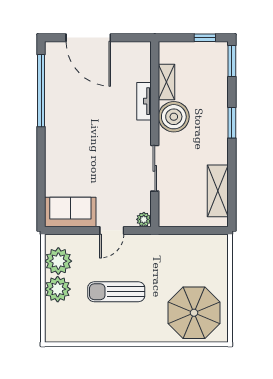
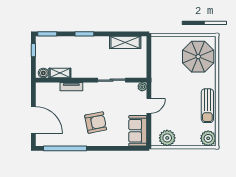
door: (88, 38) -> (33, 120), hinge flipped
boiler: (174, 117) -> (43, 73), moved, width x0.54, depth x0.54
armchair: (84, 142) -> (96, 123), added
door: (112, 230) -> (149, 106), hinge flipped
plant: (58, 289) -> (208, 138), moved
sun lounger: (116, 292) -> (207, 106), moved

